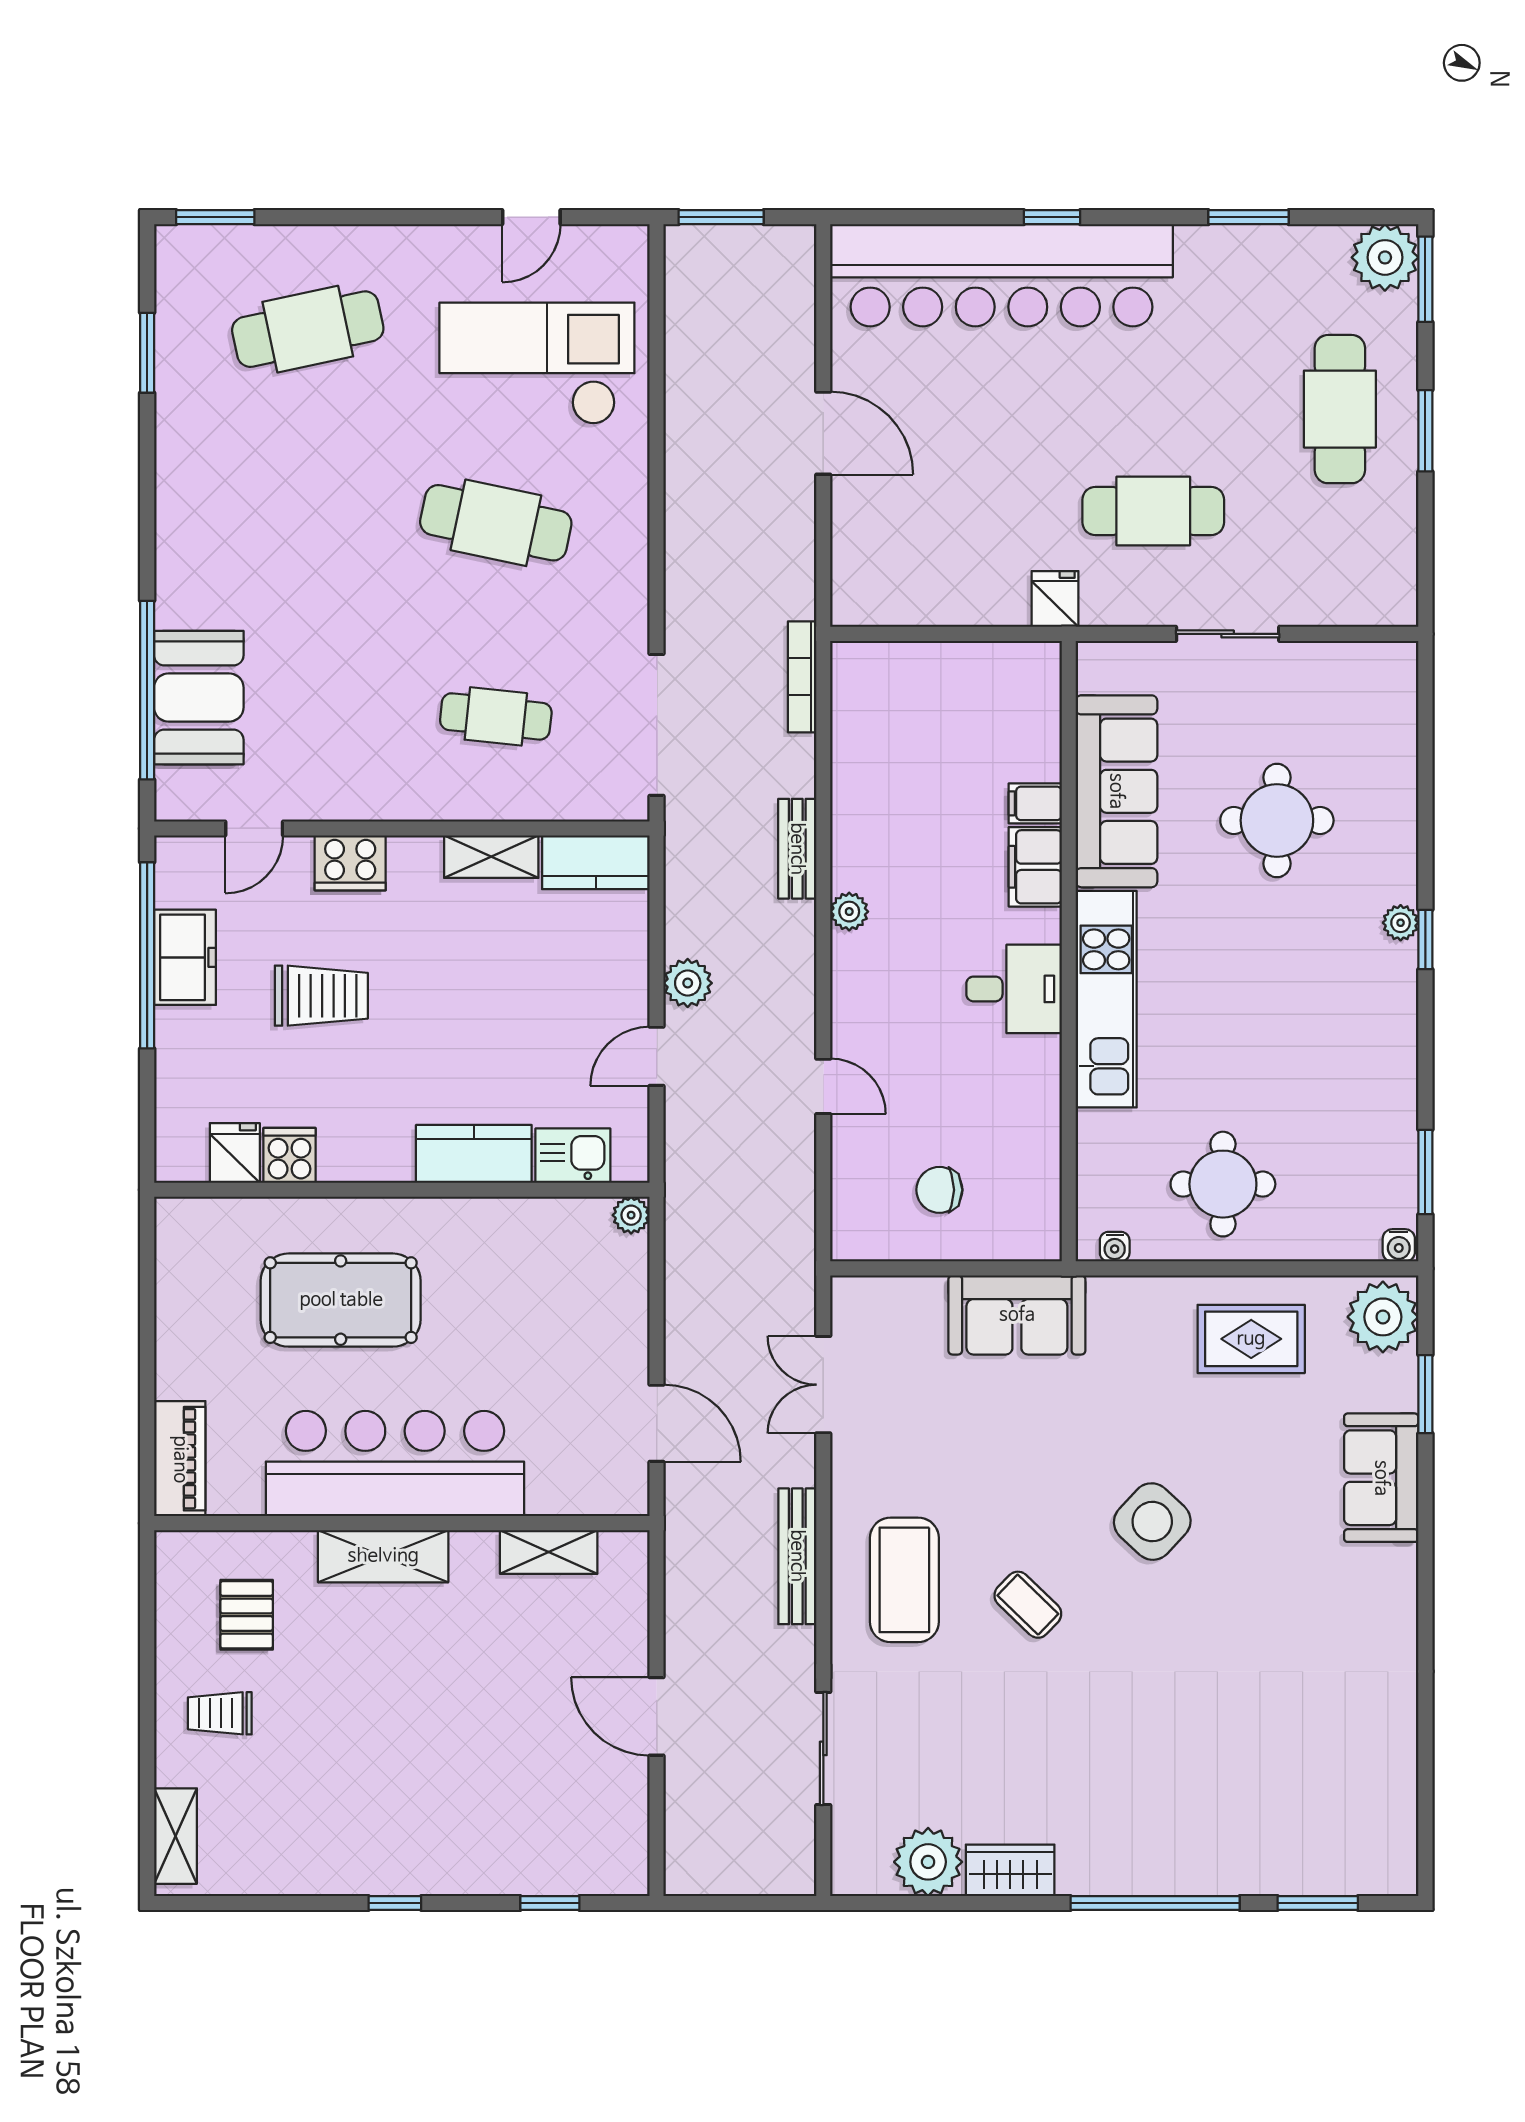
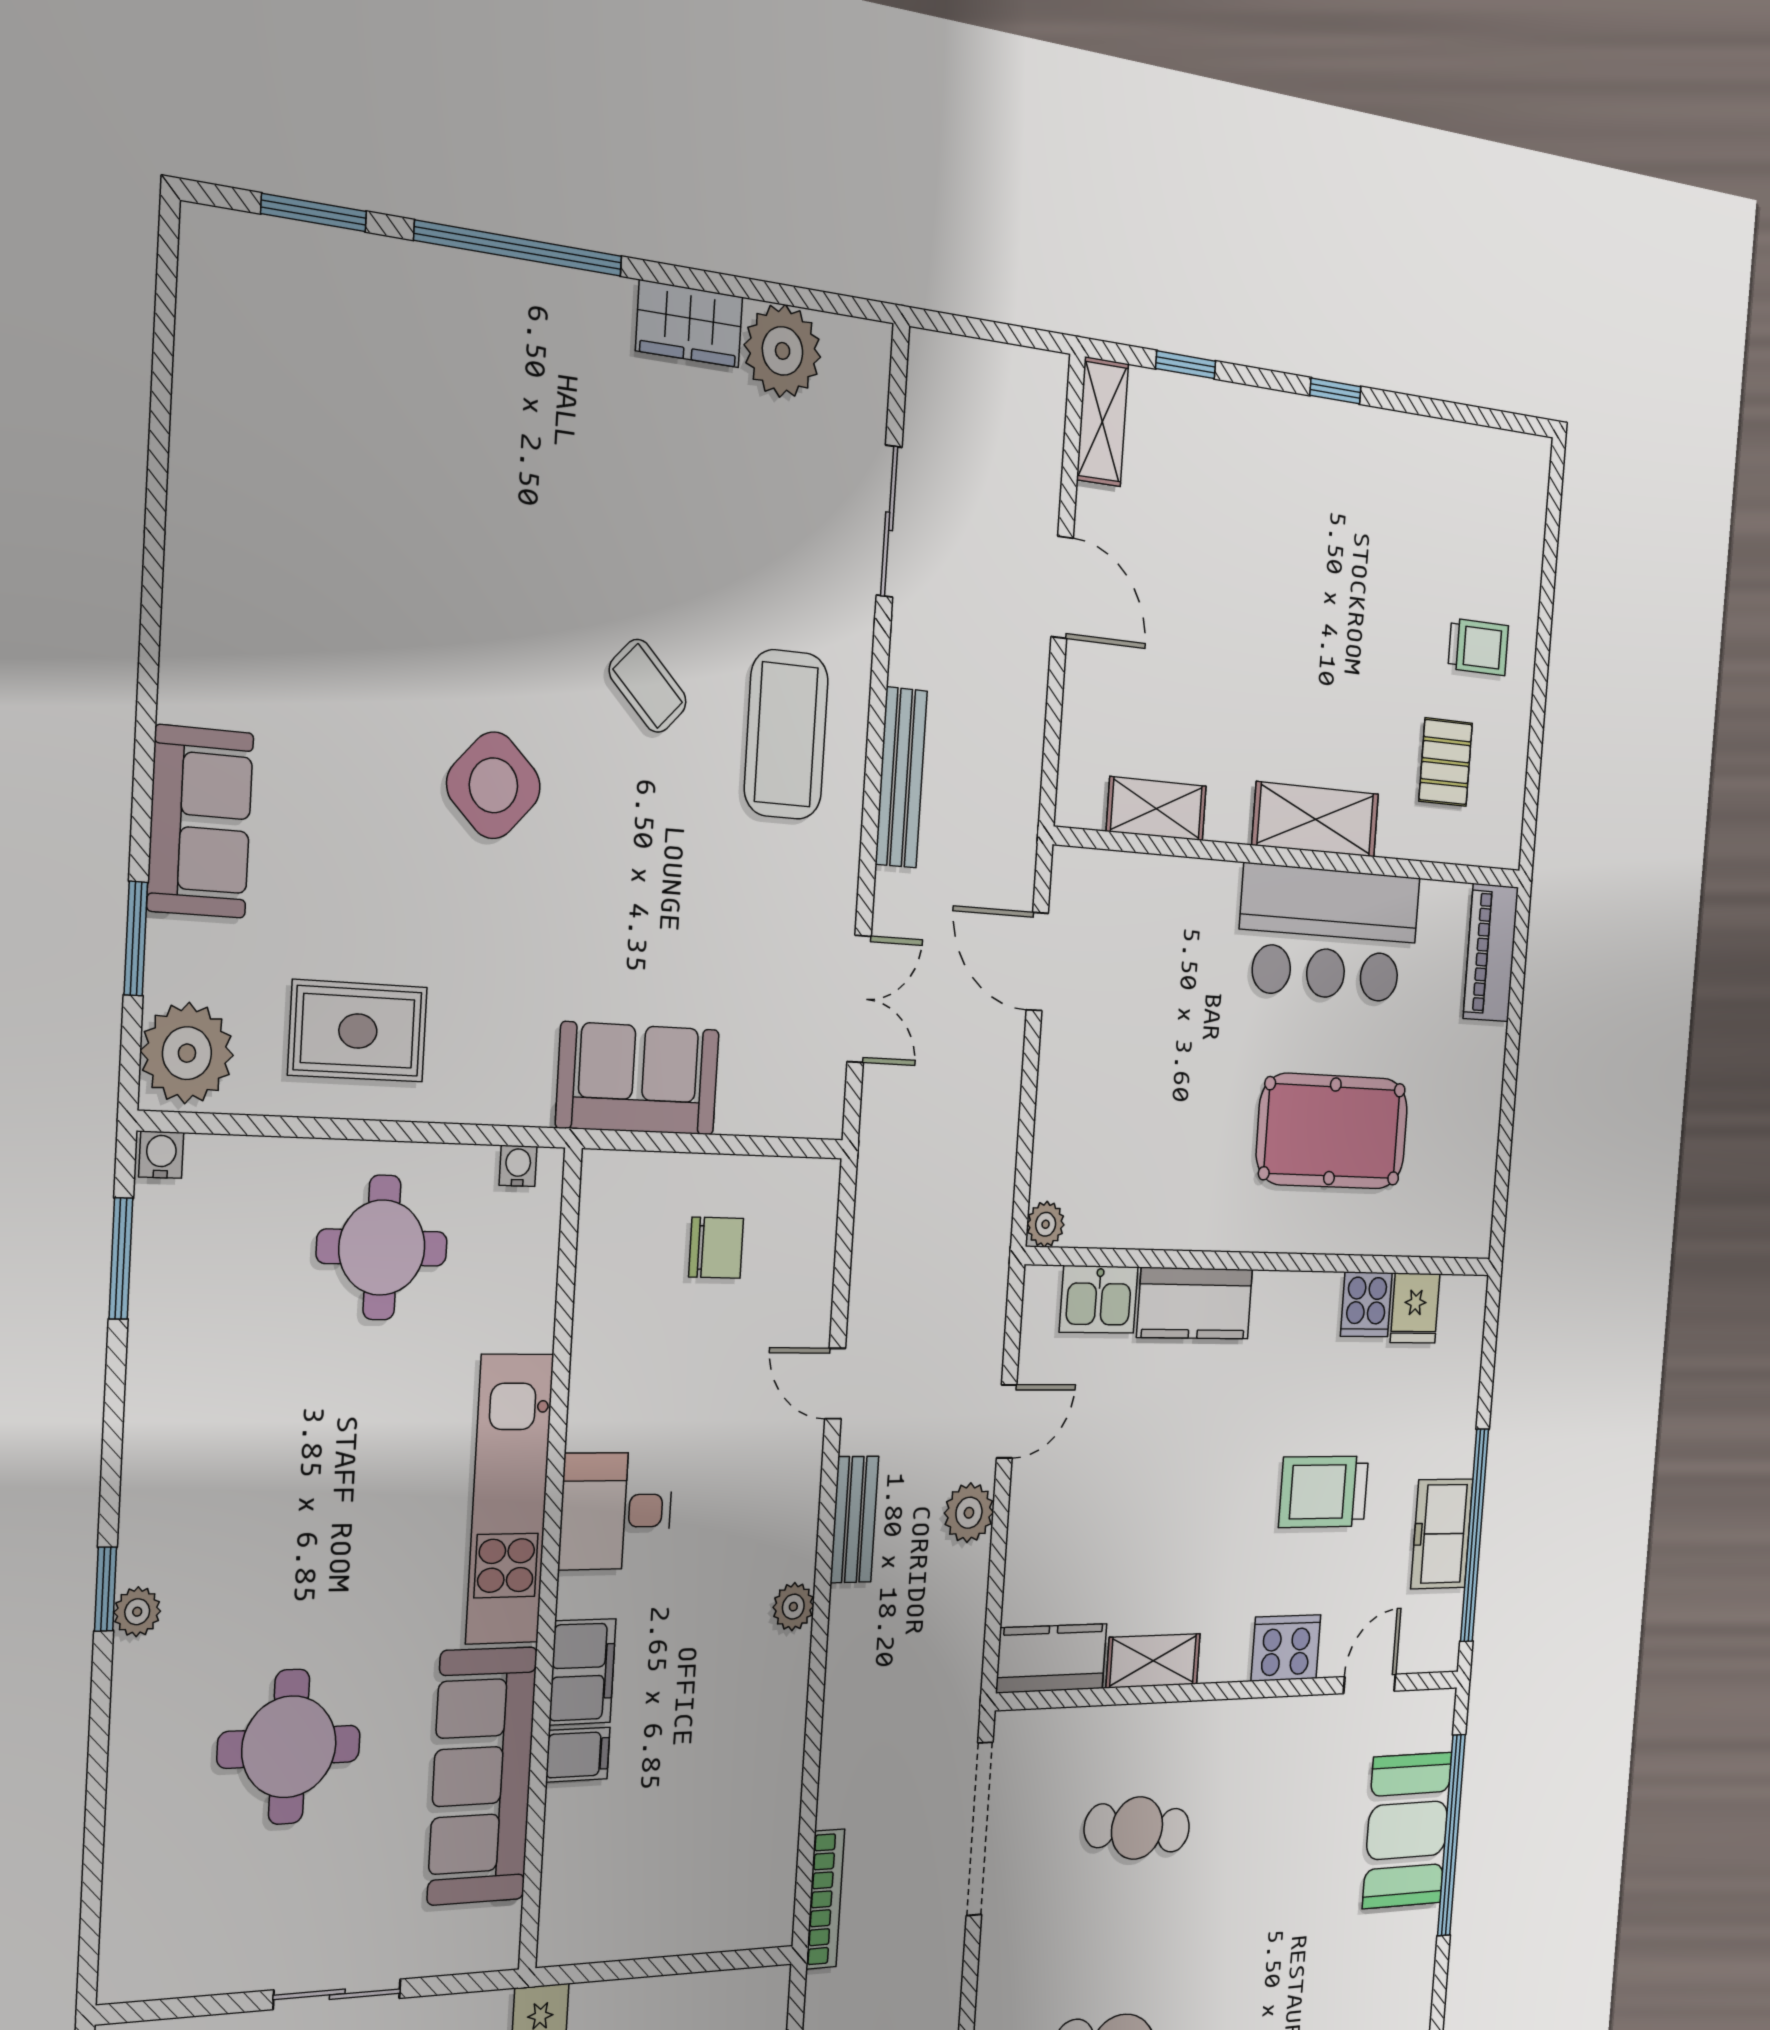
bench: (797, 849) -> (854, 1519), moved
bar counter: (395, 1464) -> (1328, 934), width x0.73
shelving: (175, 1836) -> (1102, 422), moved

